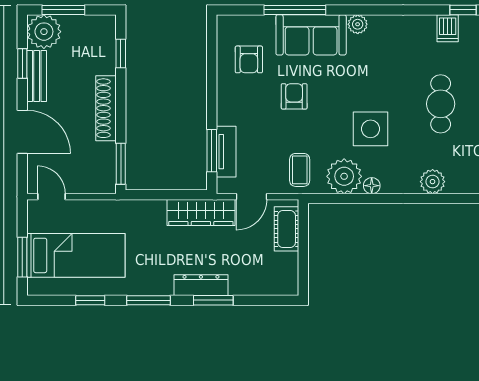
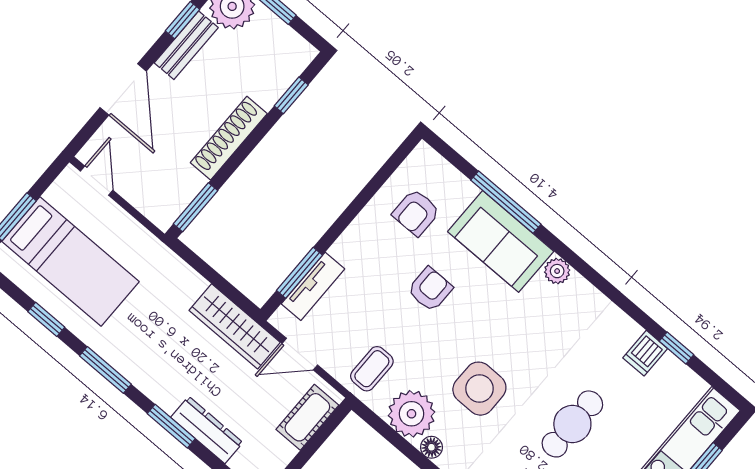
dresser: (201, 285) -> (207, 430), moved

